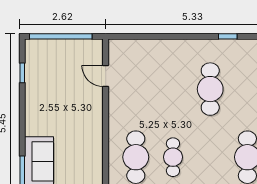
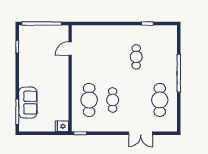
door: (106, 76) -> (70, 49), hinge flipped
cafe table: (210, 89) -> (136, 57), width x0.73, depth x0.74

